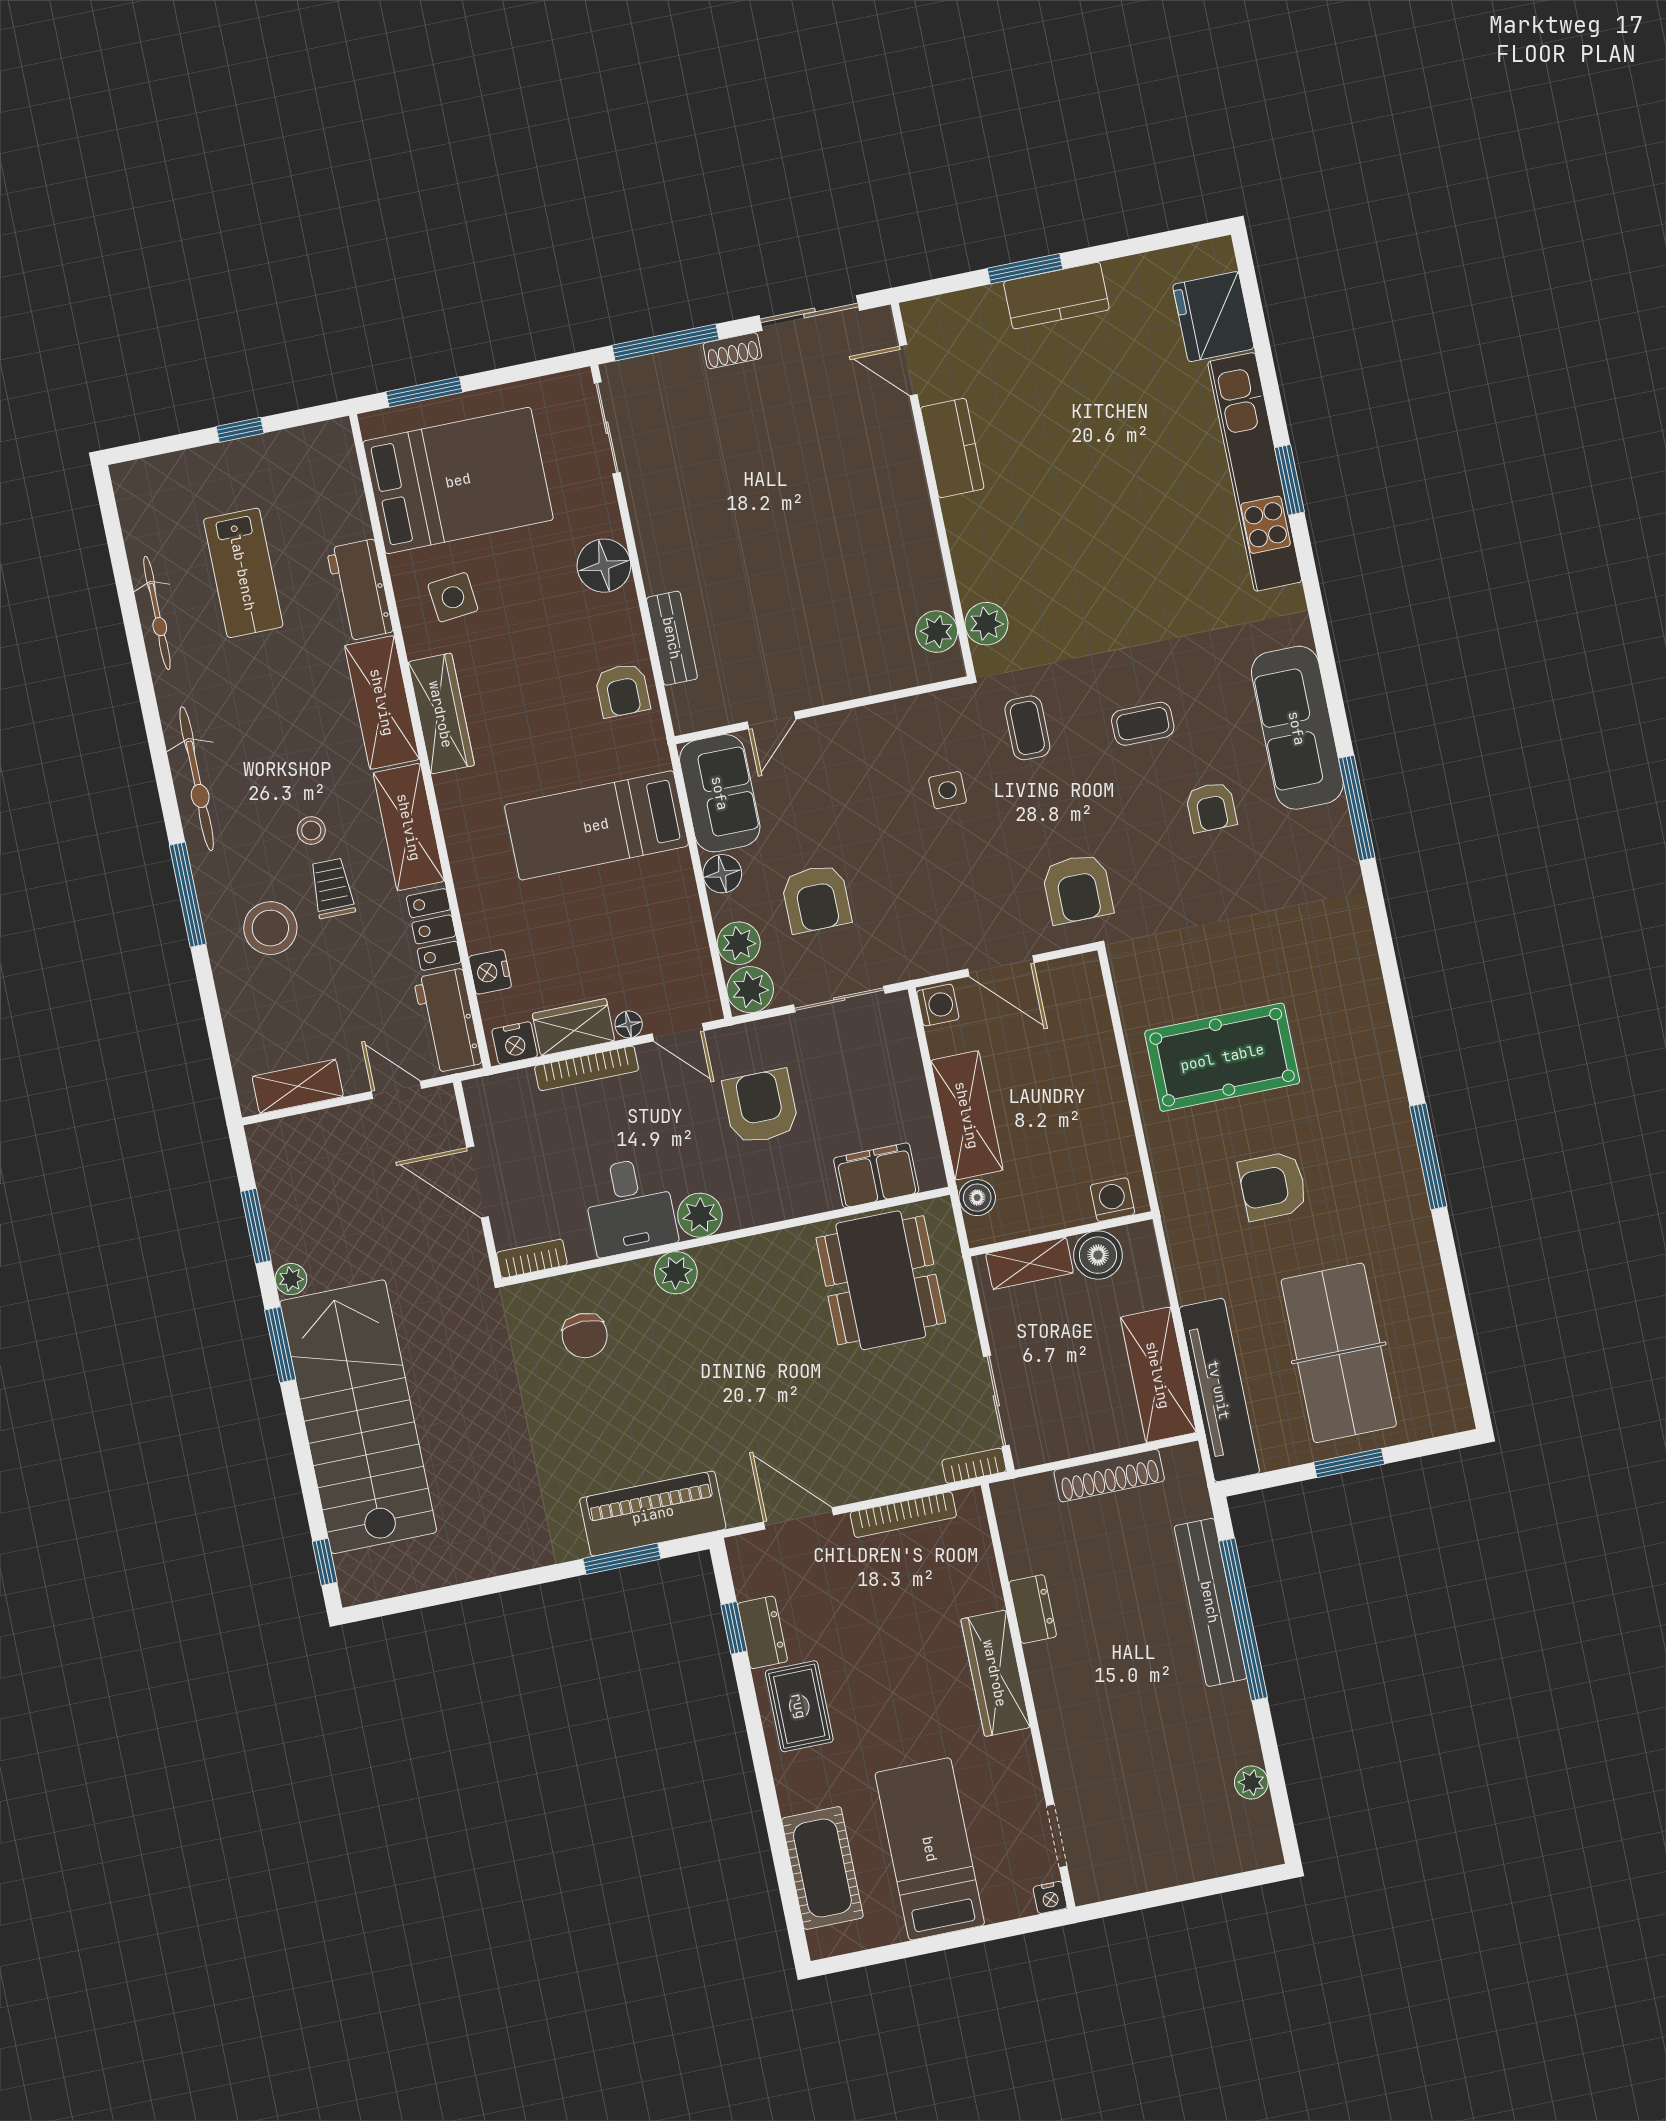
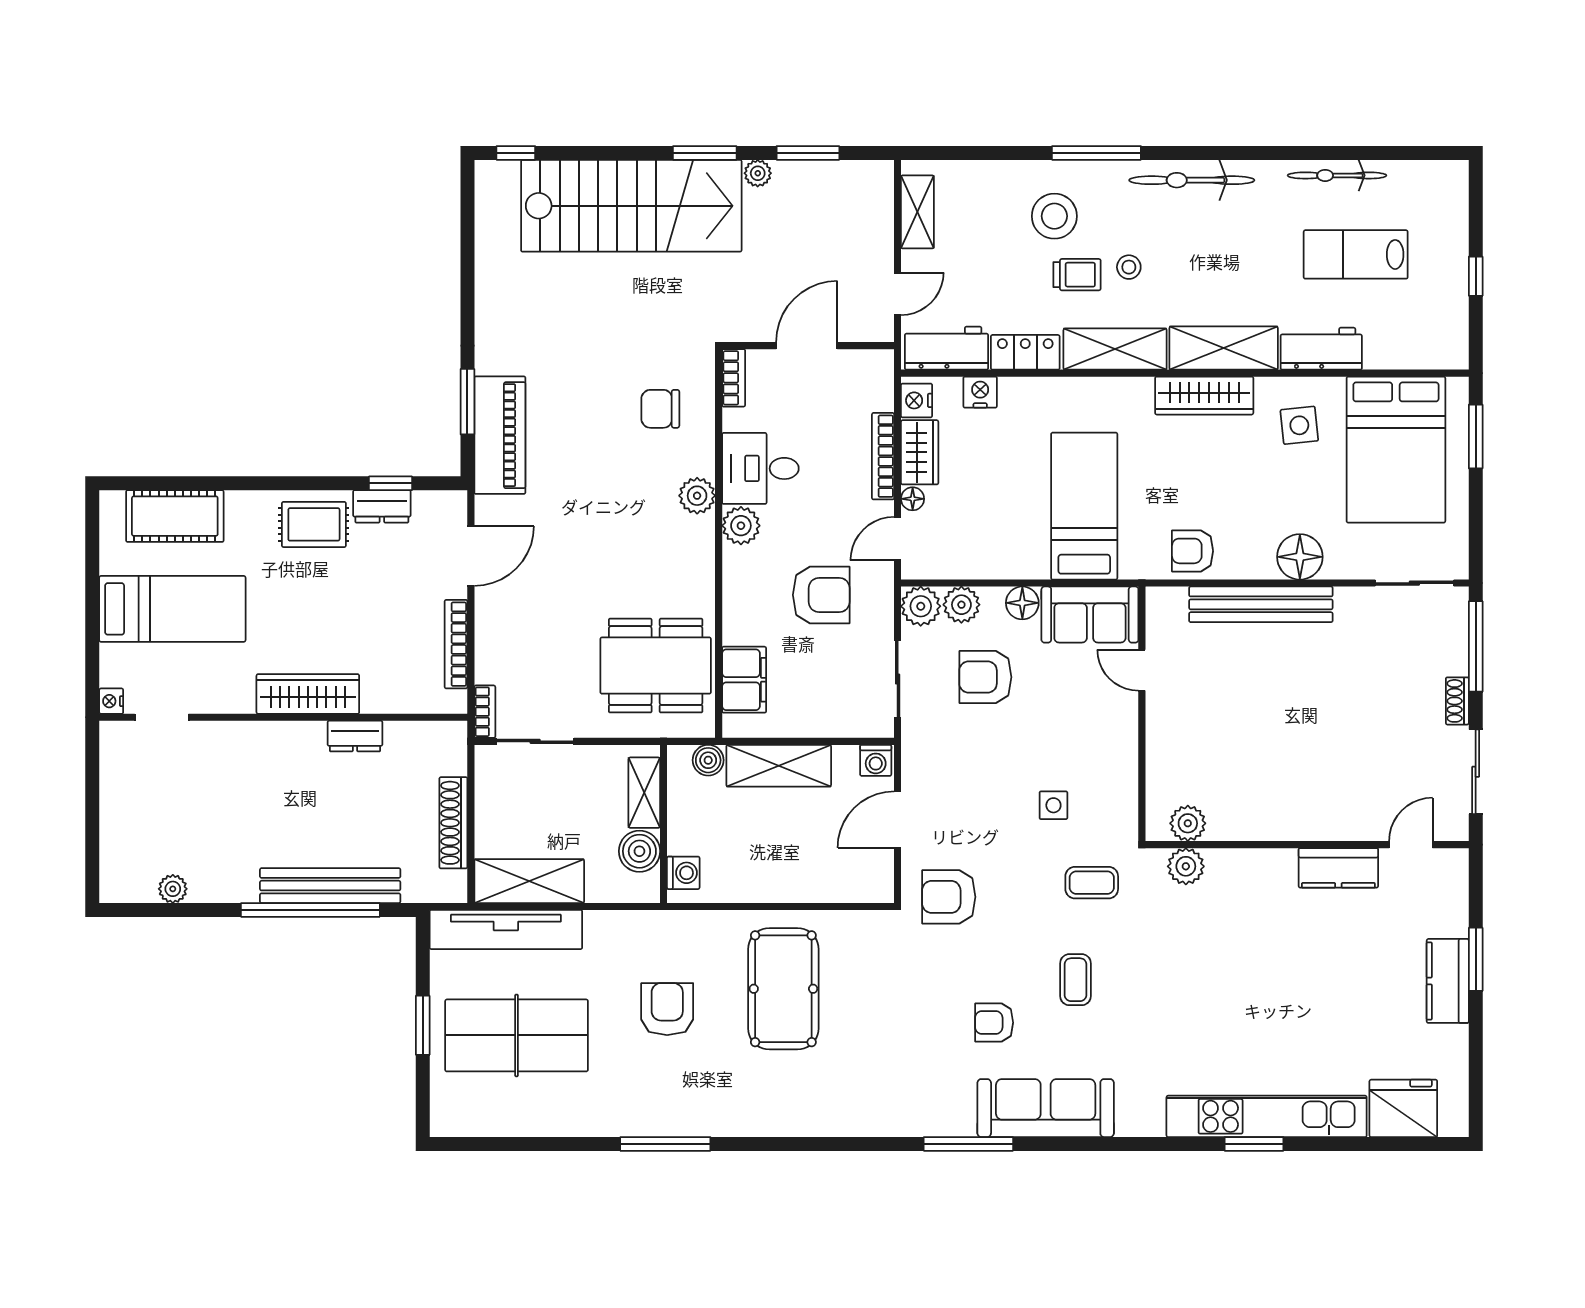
bench: (672, 638) -> (1261, 604), width x1.86, depth x1.21

